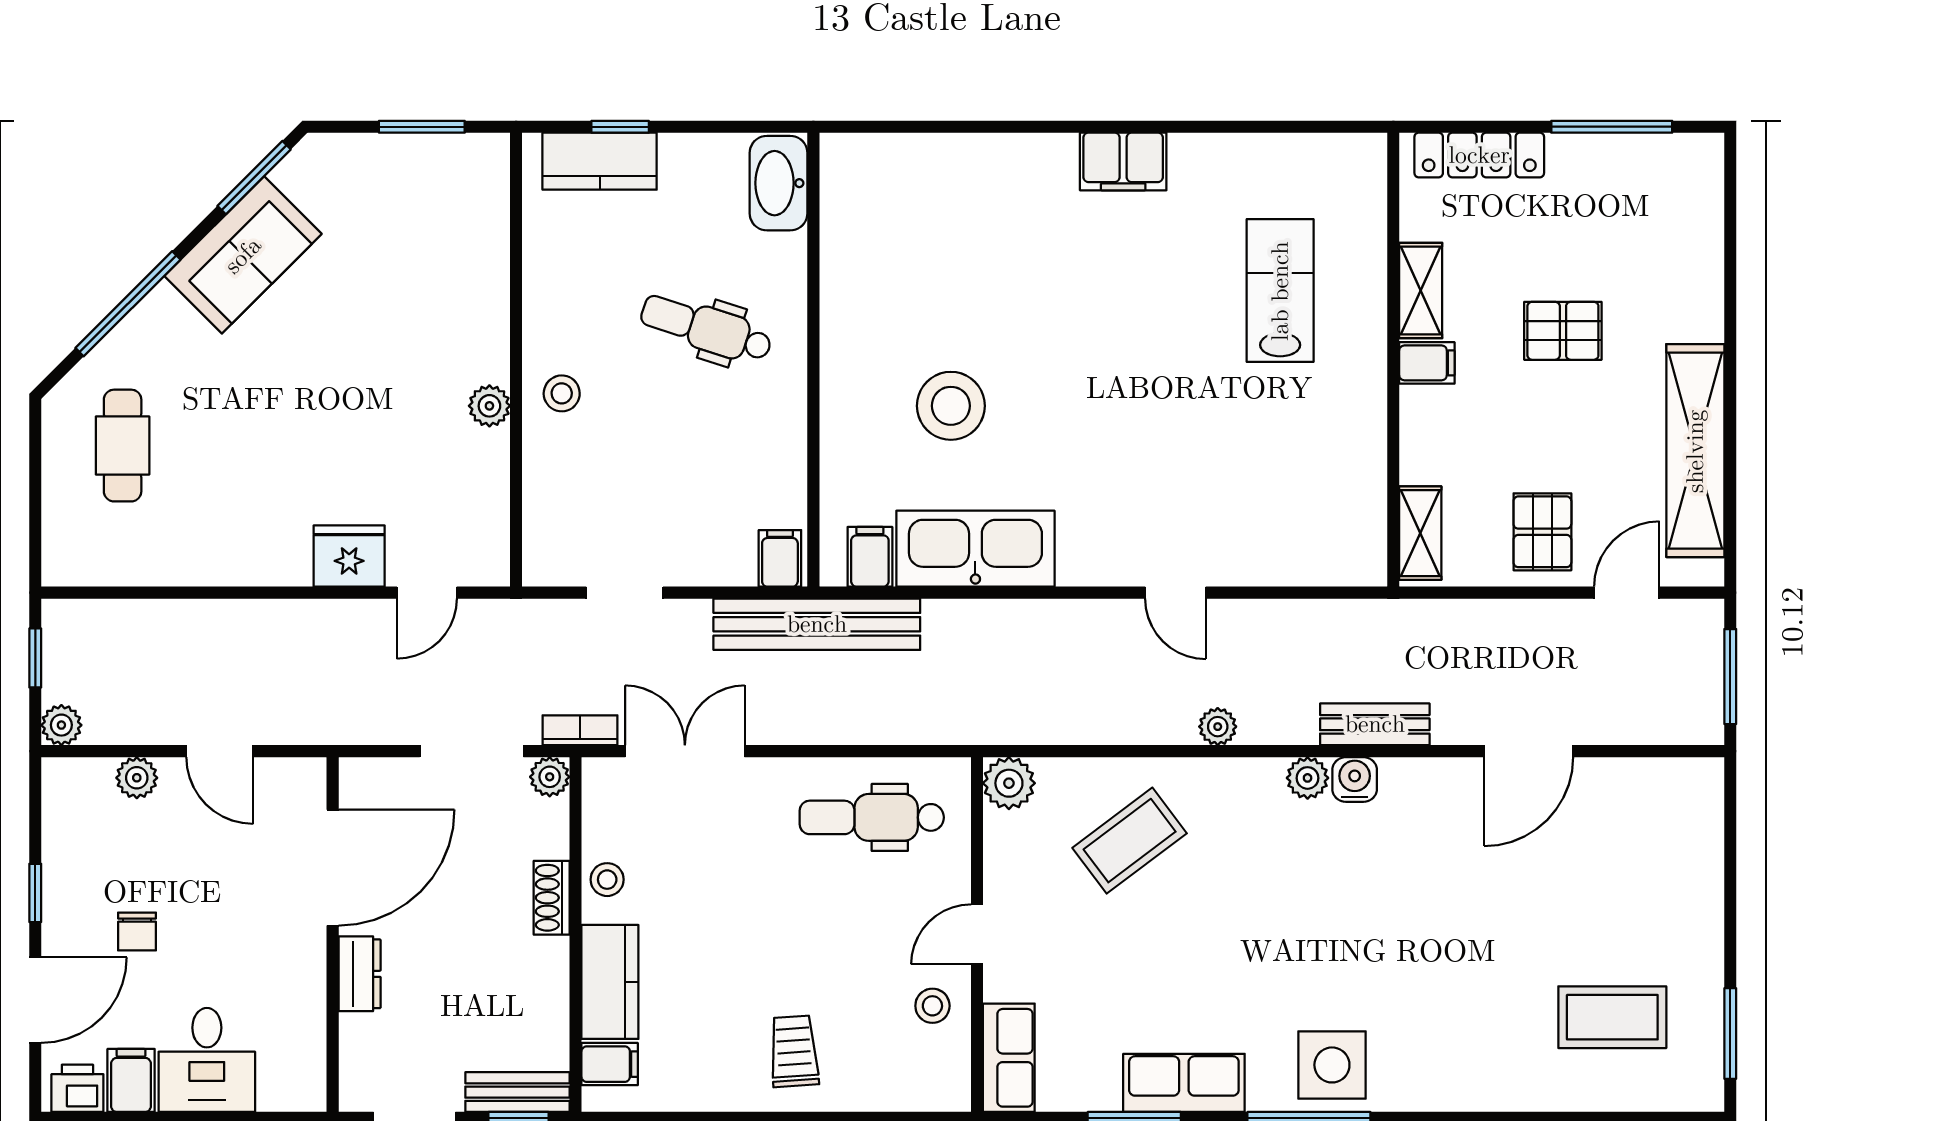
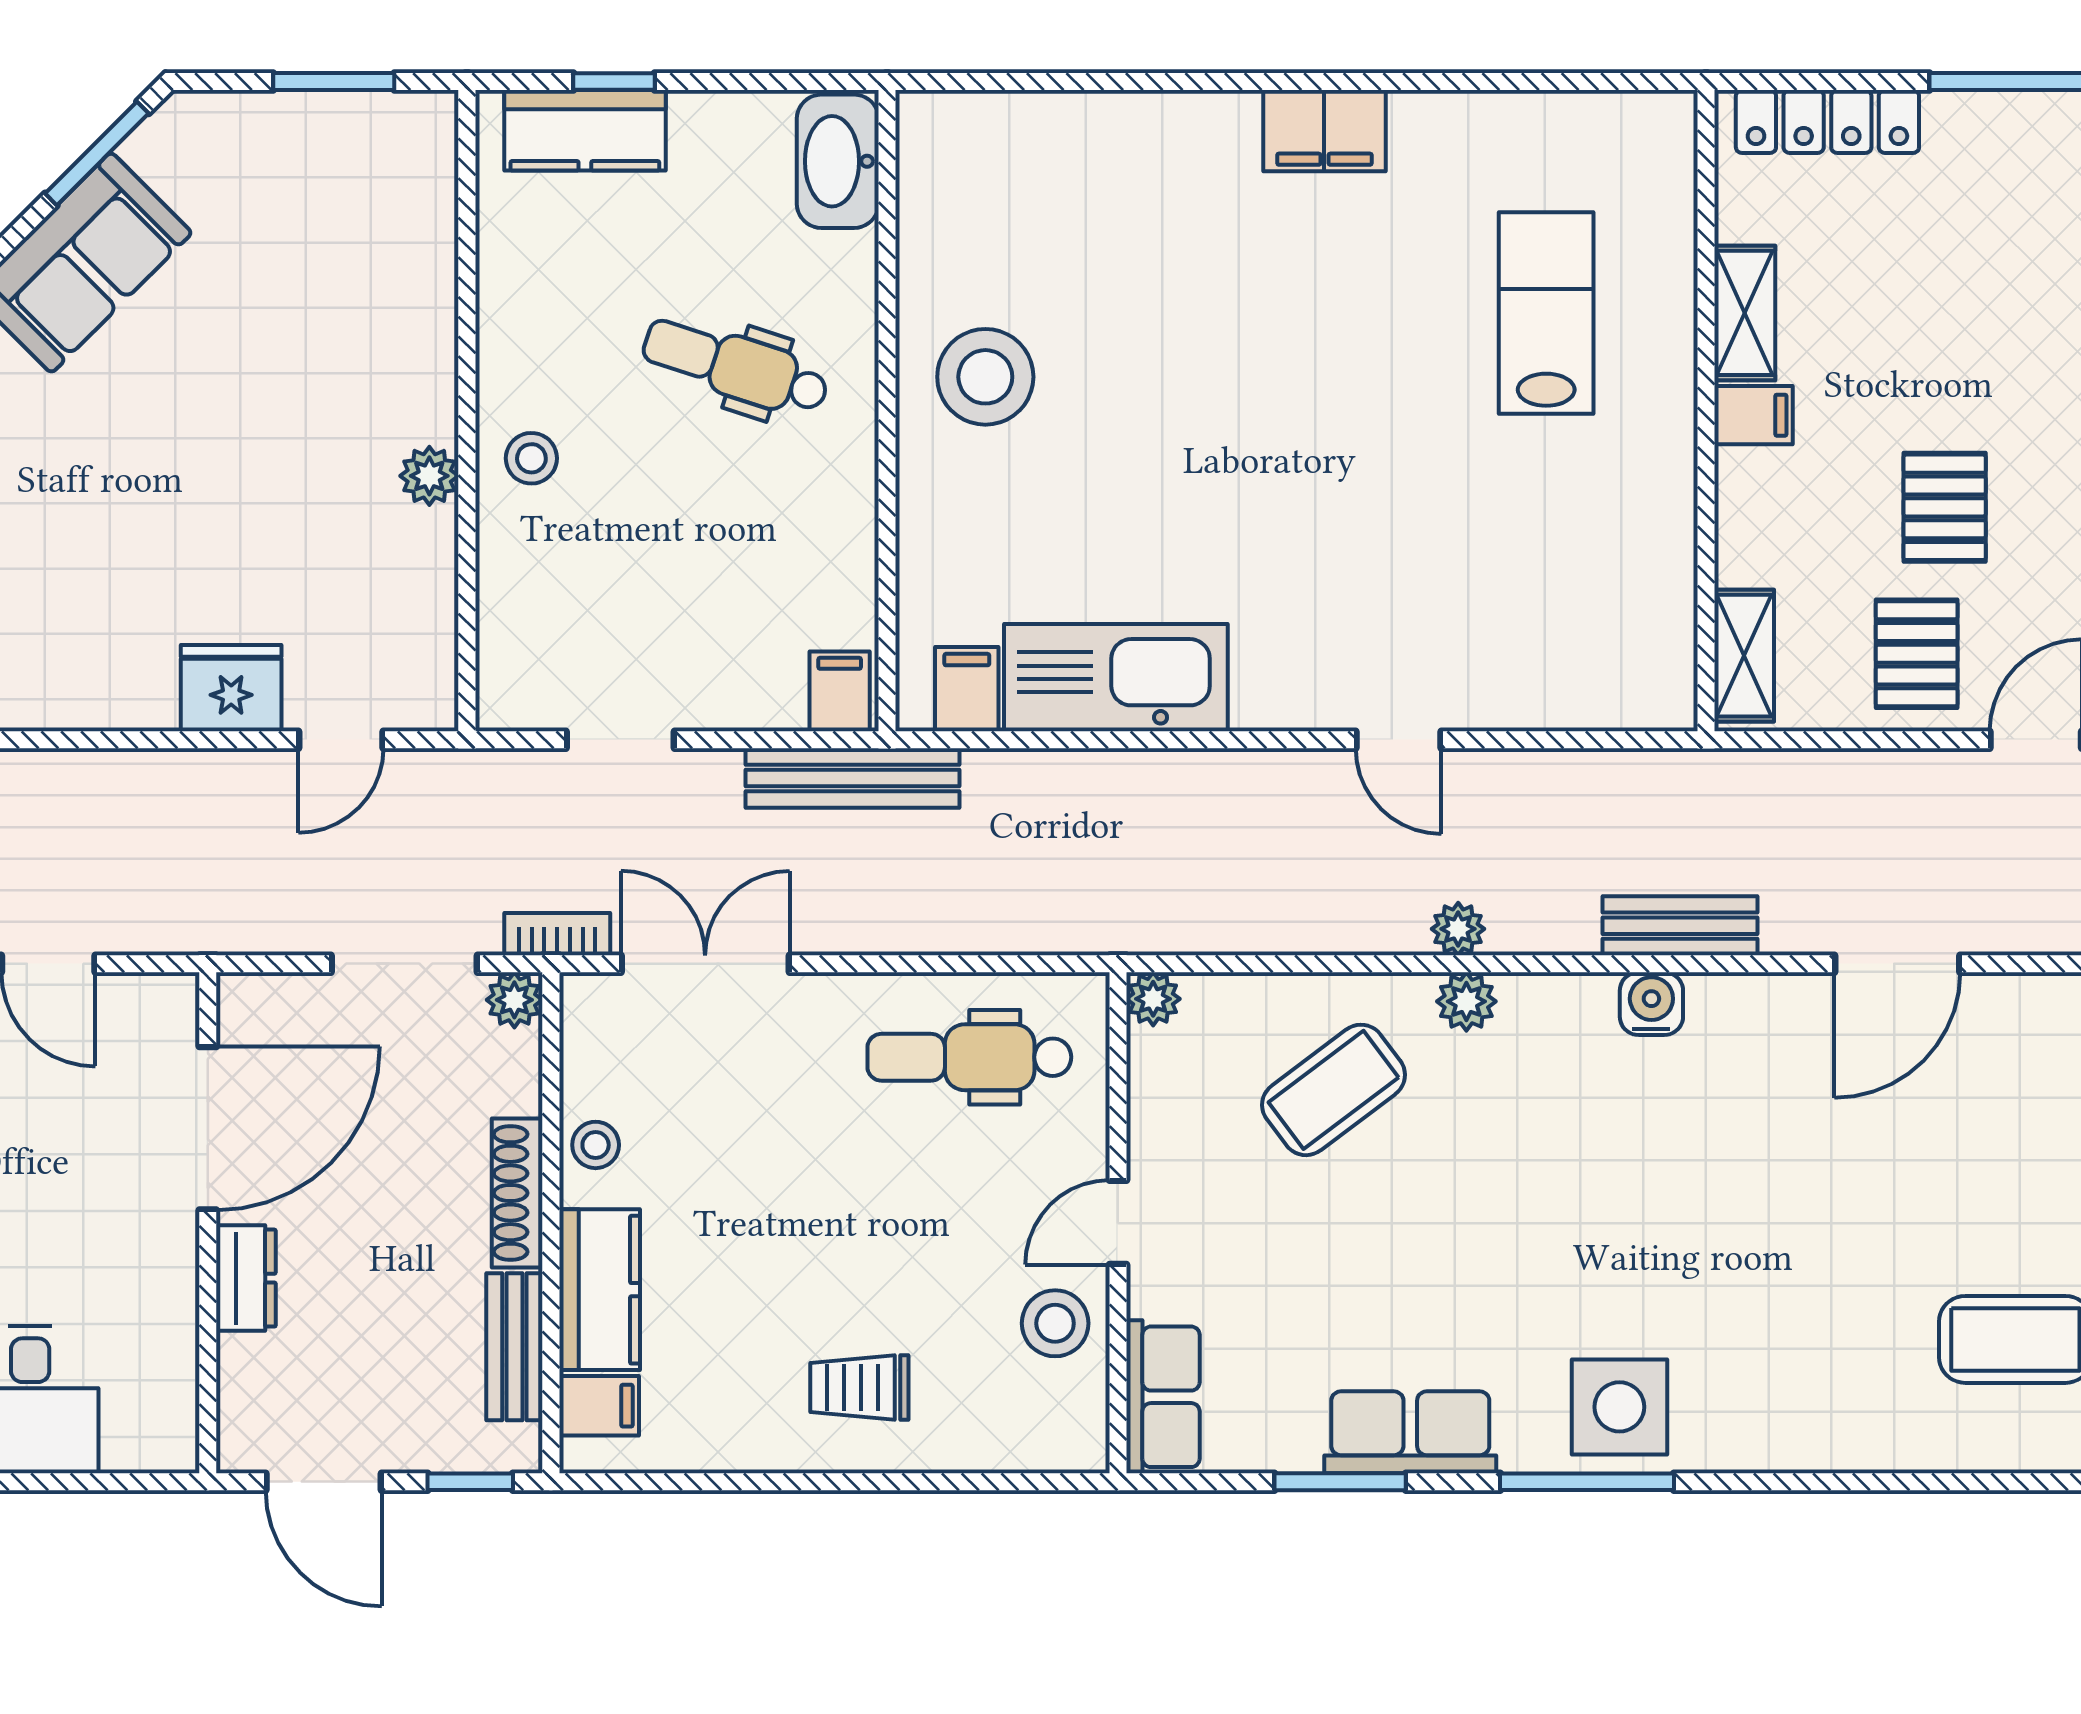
pallet: (1563, 331) -> (1945, 507), moved, turned 90
stool: (951, 406) -> (985, 377), moved
bench: (817, 624) -> (853, 778), width x0.73, depth x0.82
plant: (1308, 778) -> (1466, 1001), moved
plant: (1009, 783) -> (1153, 999), width x0.73, depth x0.73
shoe rack: (552, 898) -> (517, 1193), width x1.43
stool: (932, 1006) -> (1055, 1323), width x1.37, depth x1.37
trolley: (794, 1051) -> (859, 1388), turned -86
bench: (517, 1092) -> (514, 1347), moved, turned 90

